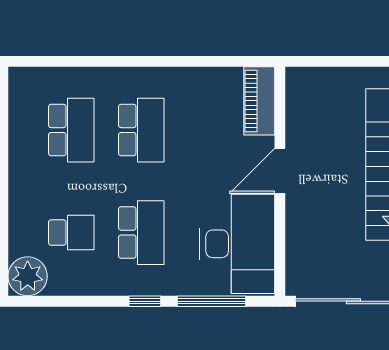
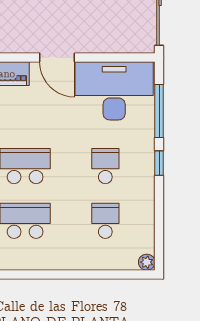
school desk: (141, 233) -> (105, 166), width x0.54
plant: (28, 276) -> (147, 262), width x0.53, depth x0.53

